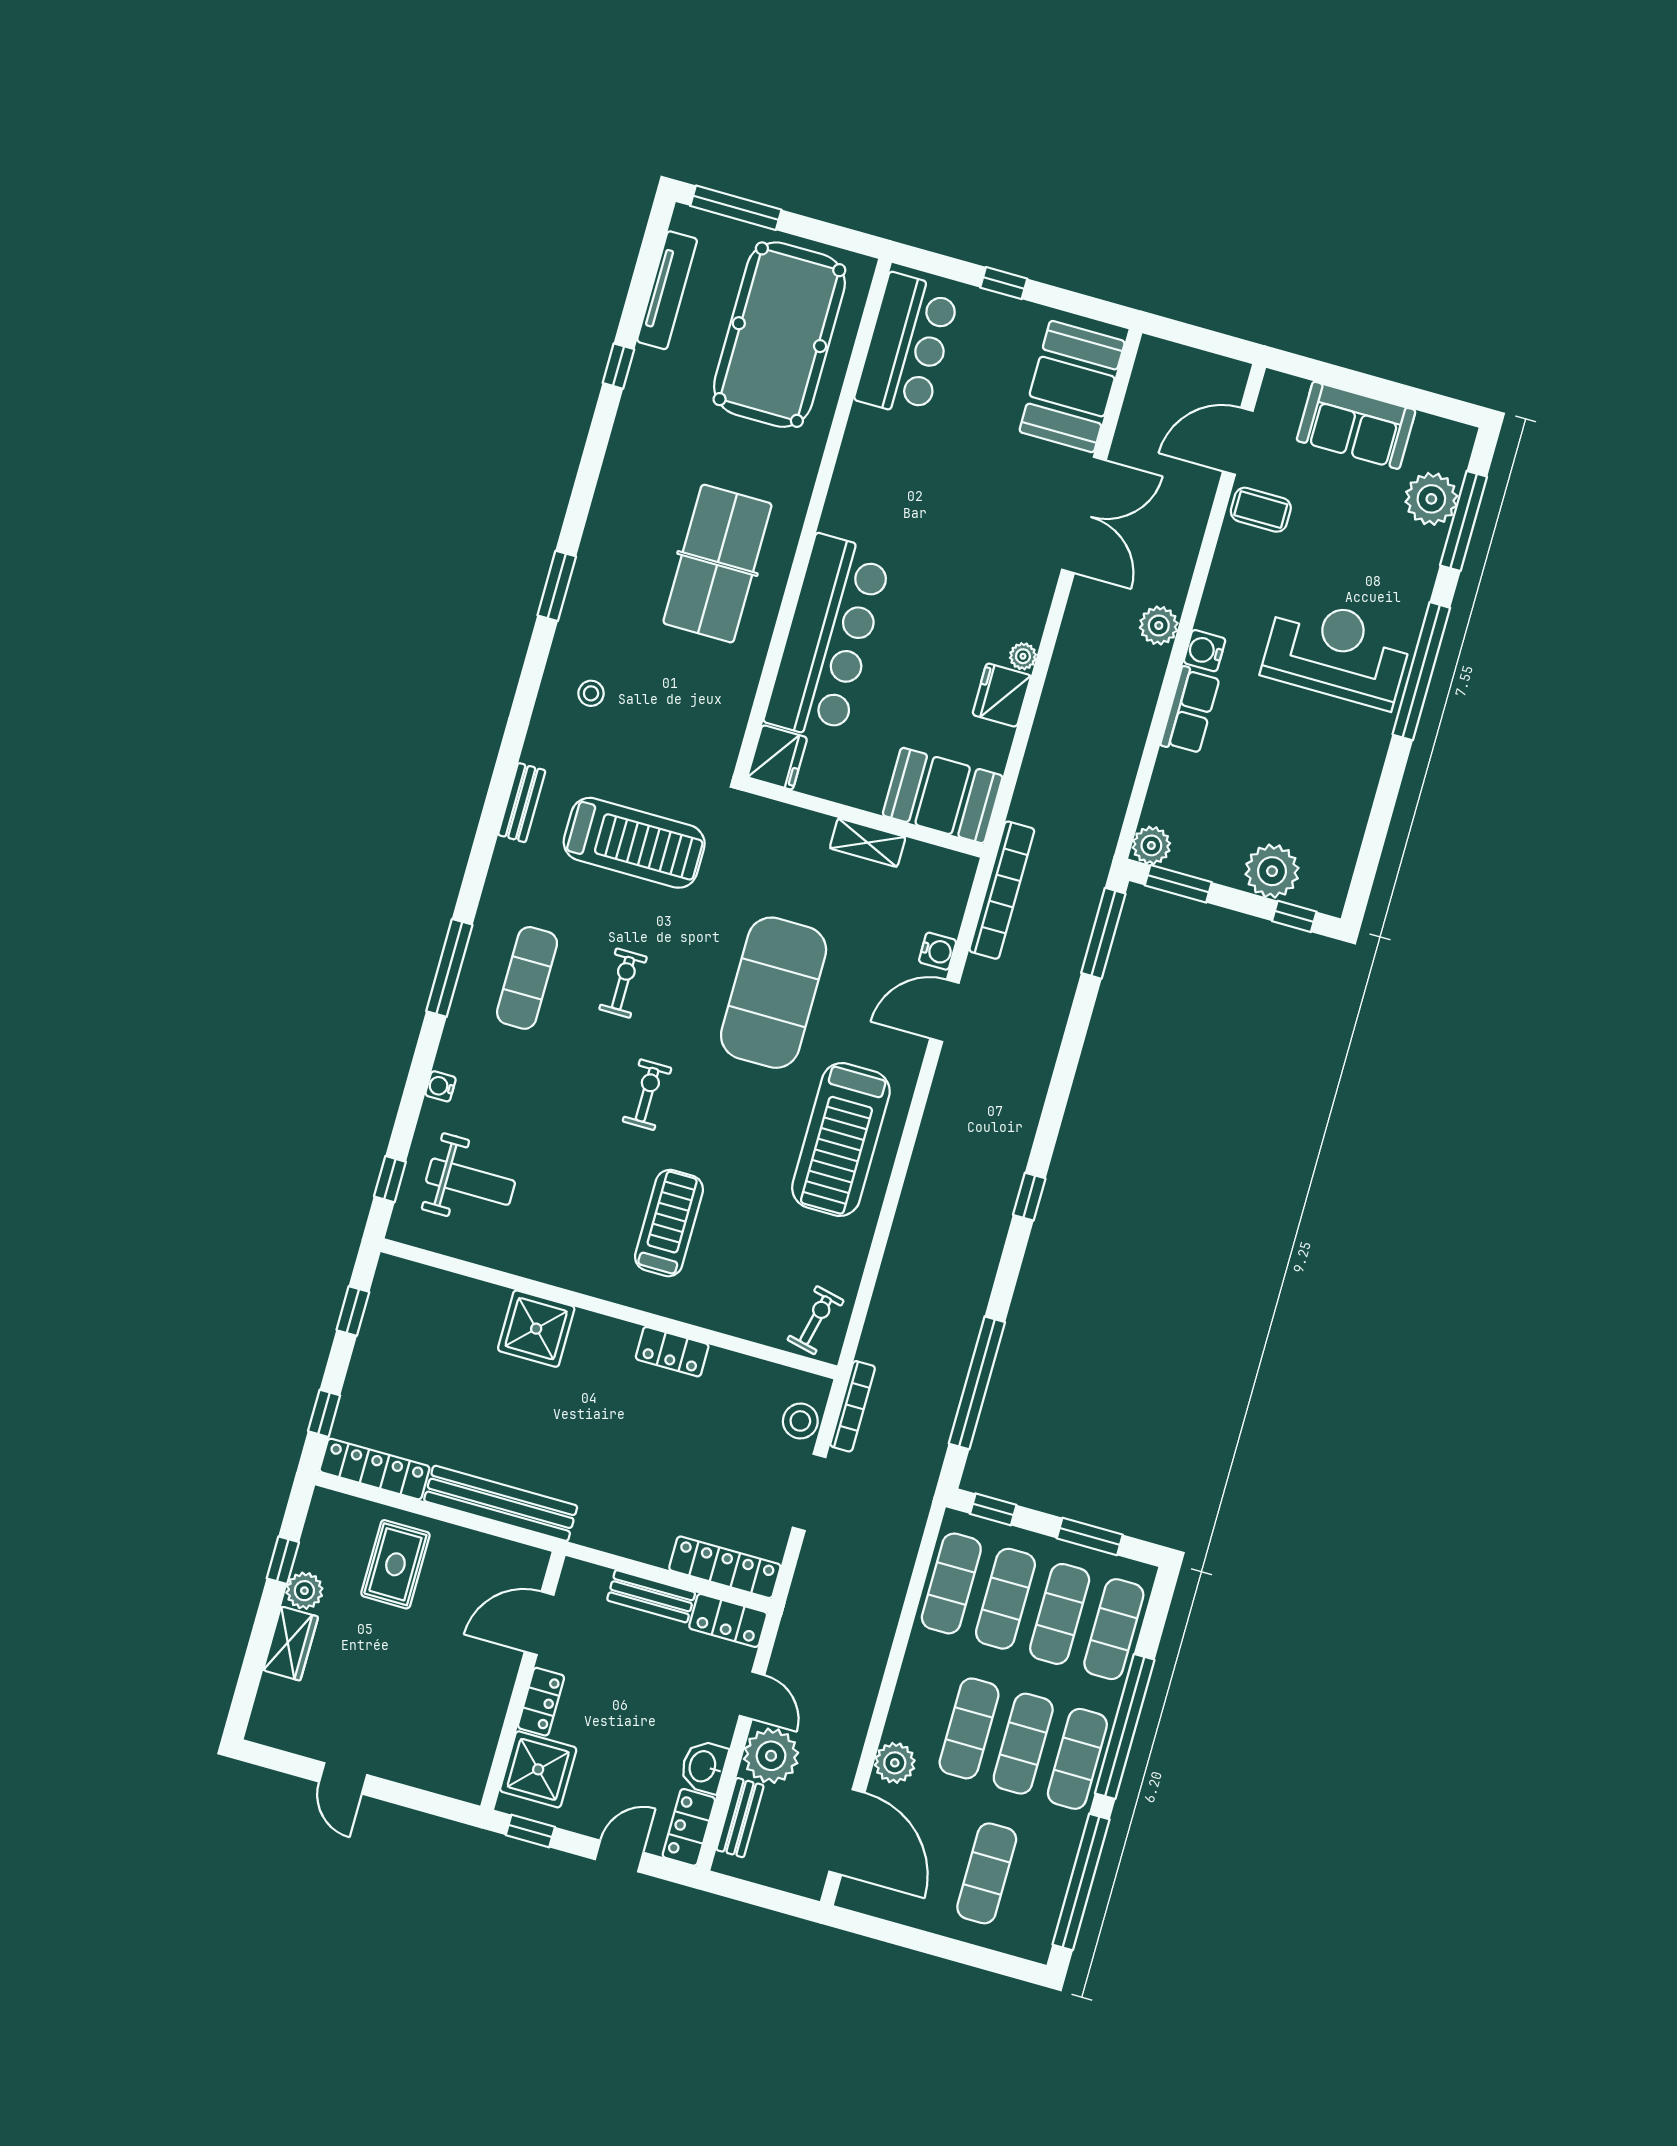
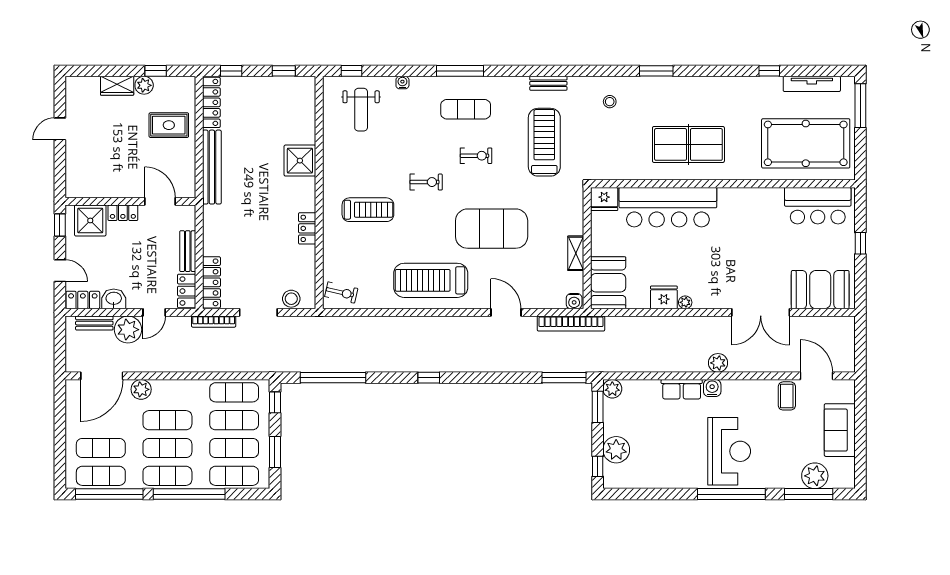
treadmill: (634, 843) -> (544, 142), turned 180
water cooler: (938, 951) -> (574, 301), moved
bookcase: (853, 1406) -> (214, 322), moved
exercise mat: (1041, 1889) -> (101, 476), added

